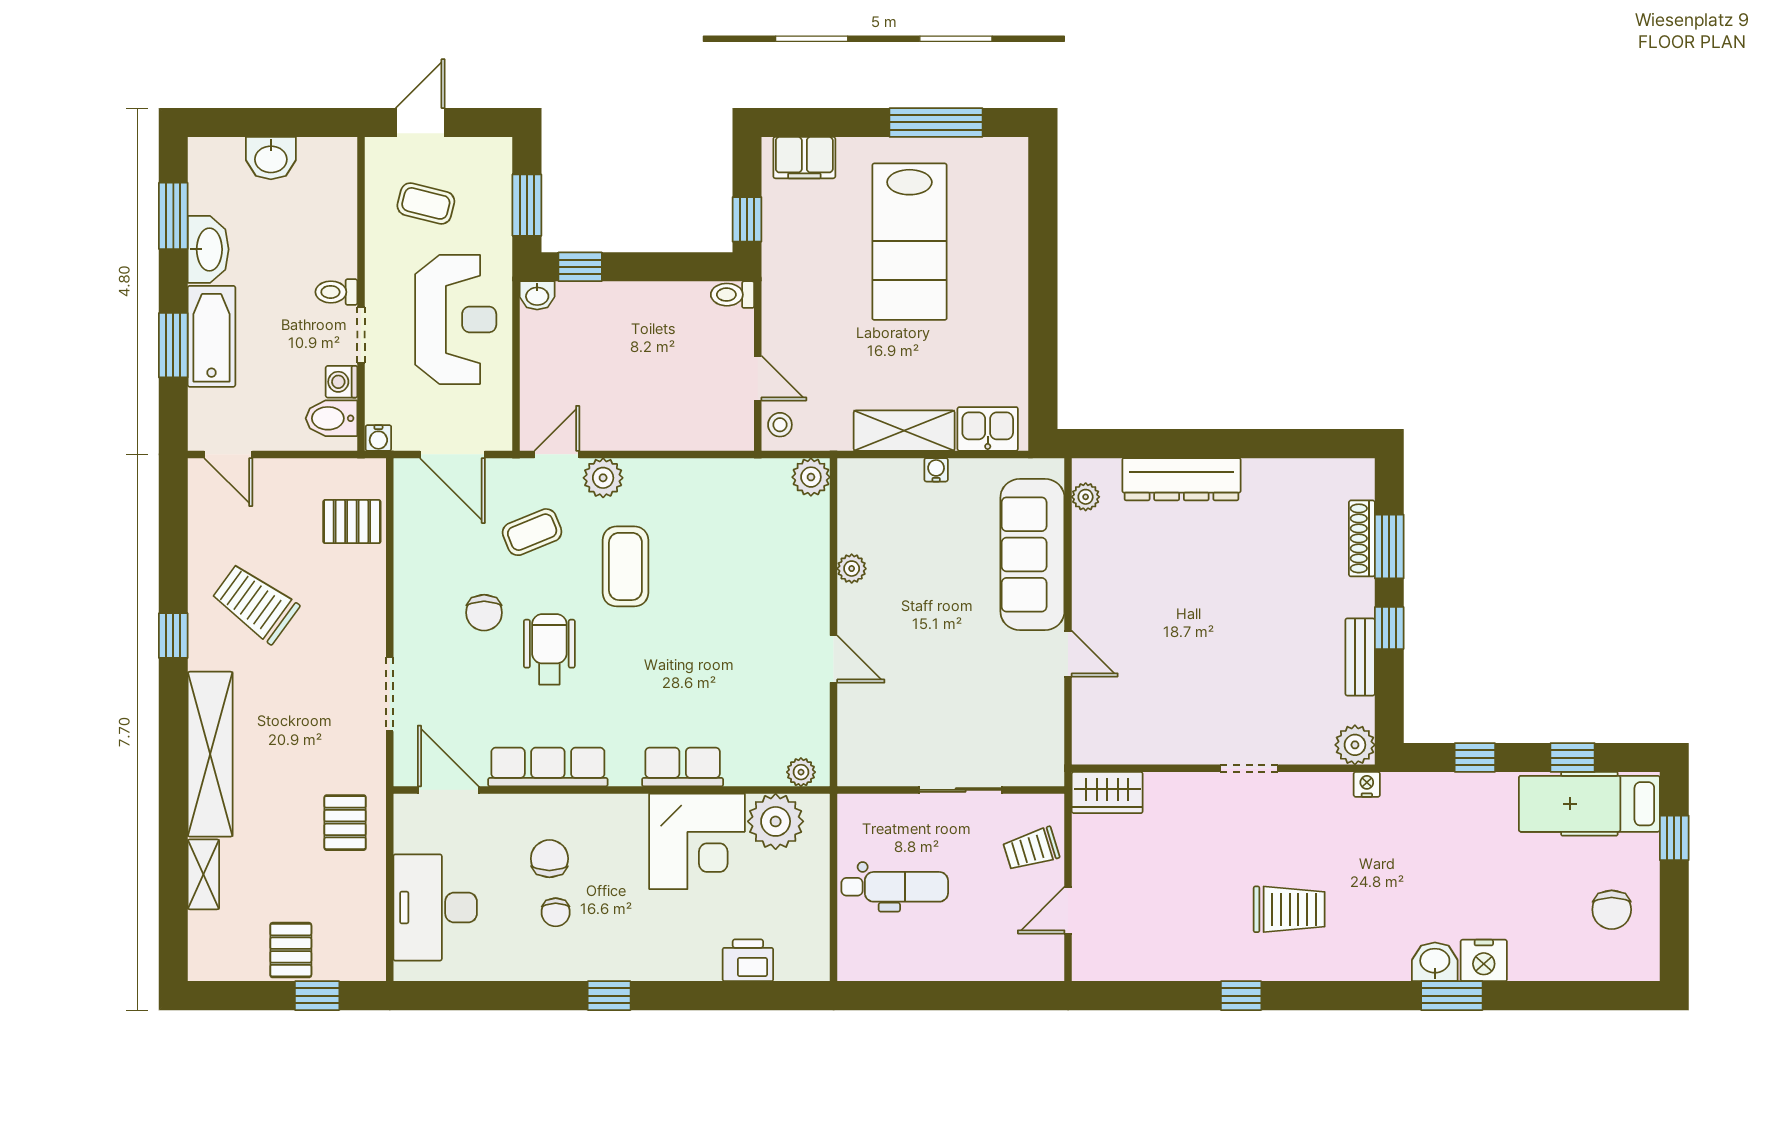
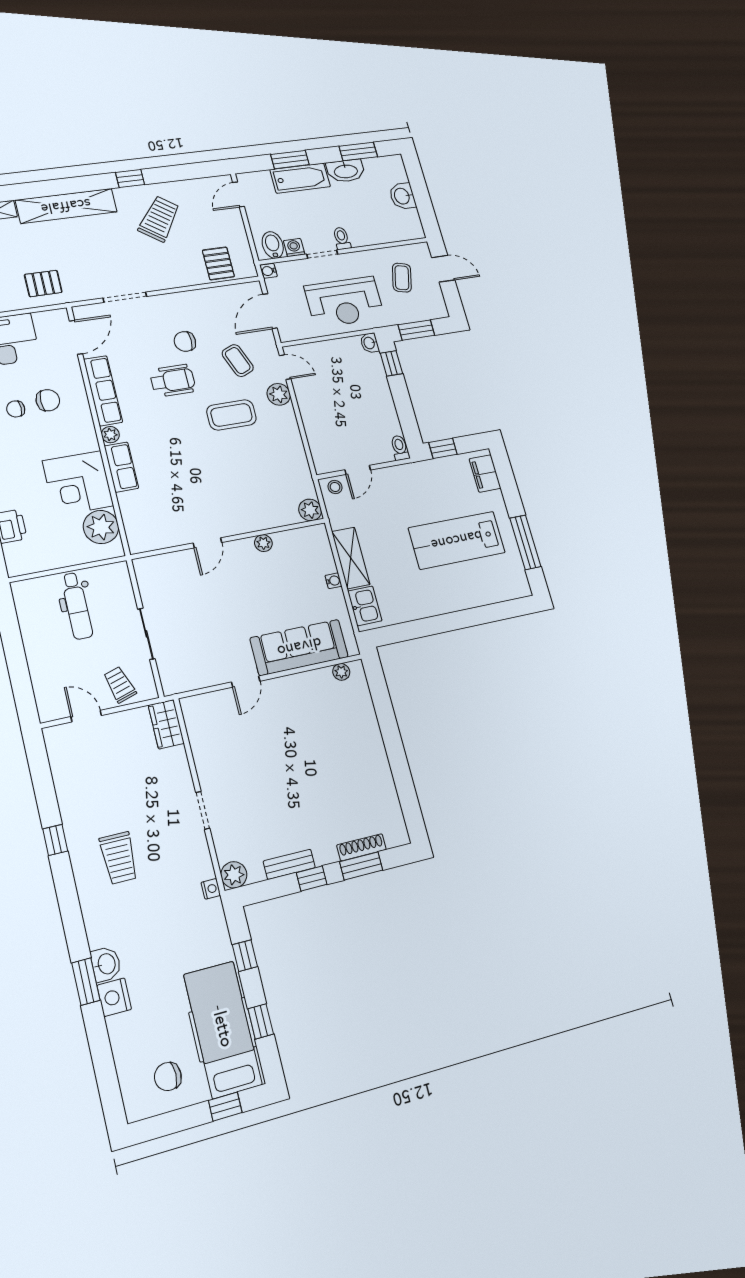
dresser: (1181, 479) -> (367, 727), removed
plant: (801, 772) -> (110, 435), moved
hospital bed: (1589, 804) -> (223, 1029), width x1.37, depth x1.29

